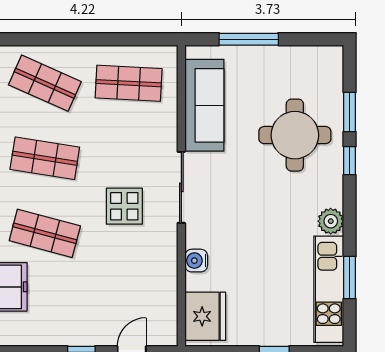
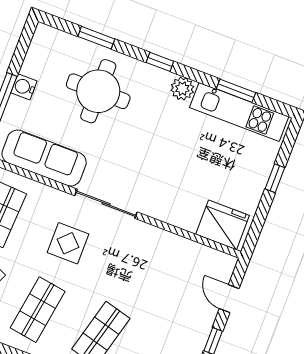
window: (350, 161) -> (160, 62), moved
display table: (124, 206) -> (68, 243), moved
water cooler: (196, 261) -> (24, 87), moved, turned 90

